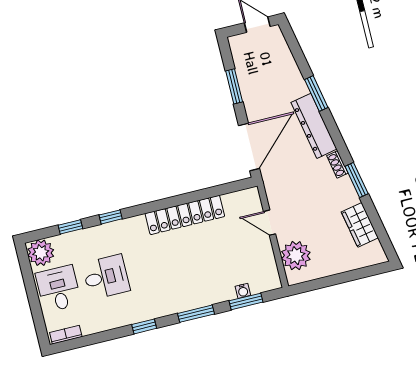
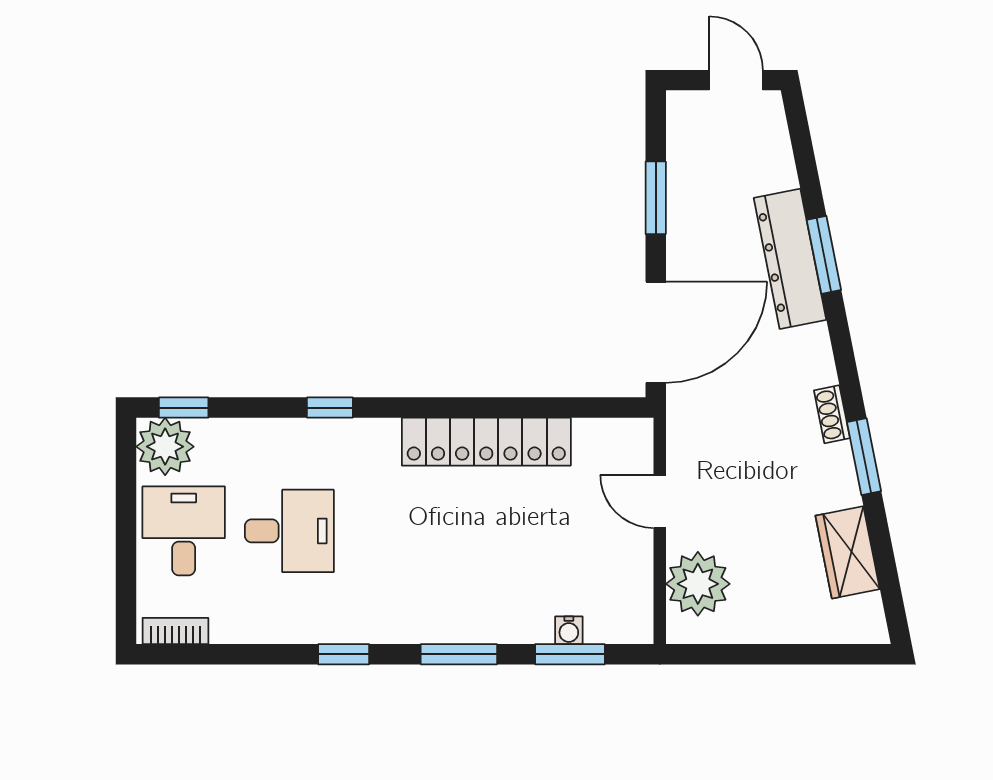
dresser: (314, 126) -> (790, 259), moved
window: (70, 227) -> (184, 408), moved

